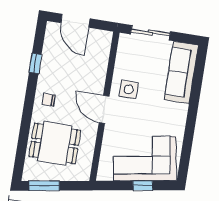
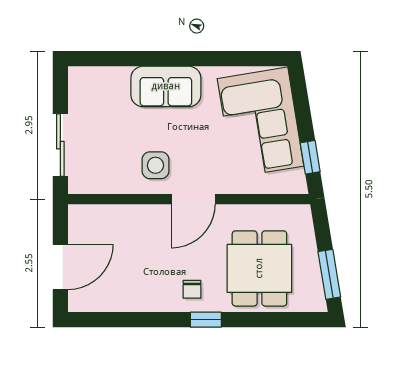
window: (35, 63) -> (206, 320), moved
sofa: (181, 73) -> (166, 86), moved, width x0.73
window: (143, 185) -> (310, 157), moved

